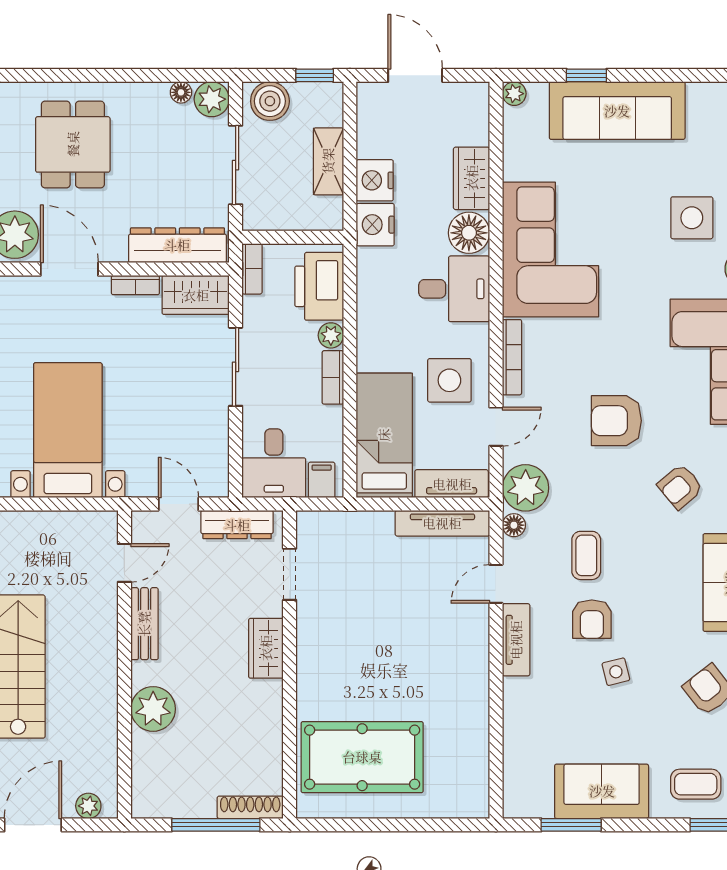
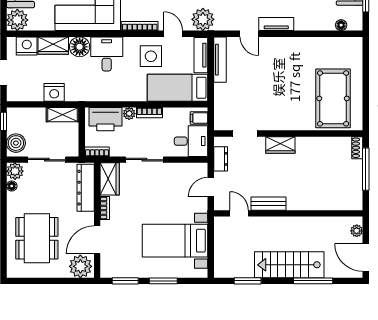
plant: (514, 94) -> (17, 20), width x1.88, depth x1.88
dining table: (73, 144) -> (37, 238), width x1.38
shelving: (328, 161) -> (63, 115), moved
nightstand: (375, 225) -> (27, 46), moved, turned 180
dresser: (237, 525) -> (221, 159), width x0.70
floor lamp: (514, 525) -> (341, 25), moved
plant: (153, 709) -> (310, 199), removed
shoe rack: (250, 807) -> (357, 148), width x0.70

